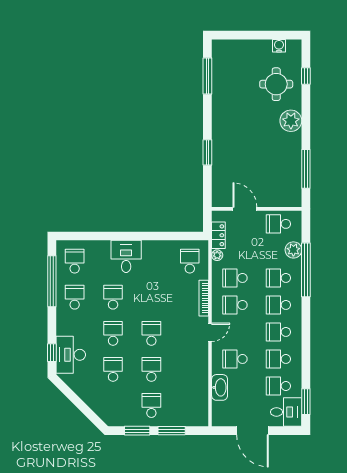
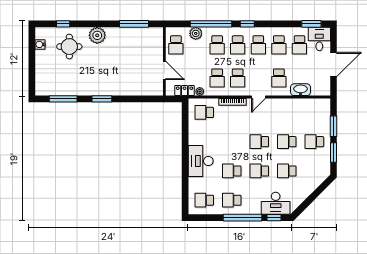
window: (207, 152) -> (102, 99), moved
door: (245, 209) -> (164, 70), swing flipped
desk: (126, 256) -> (201, 161), width x1.37
window: (52, 281) -> (242, 218), moved
window: (306, 317) -> (247, 24), added
door: (210, 332) -> (259, 97), swing flipped

